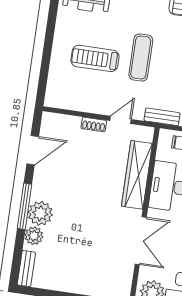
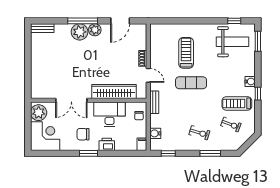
door: (33, 150) -> (120, 21), hinge flipped
plant: (34, 236) -> (95, 30), moved

